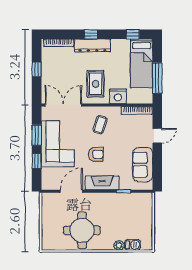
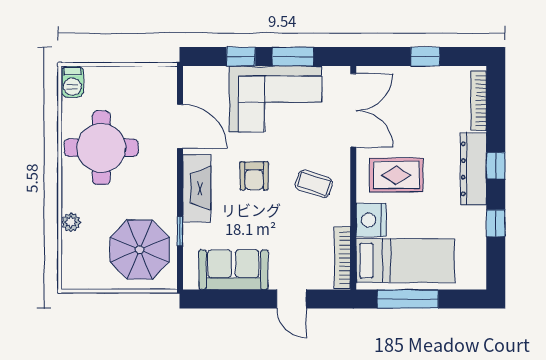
window: (133, 34) -> (496, 223), moved
bed: (142, 63) -> (405, 261), moved, turned 180
parasol: (133, 211) -> (140, 250), added
barbecue: (133, 245) -> (72, 82), moved

